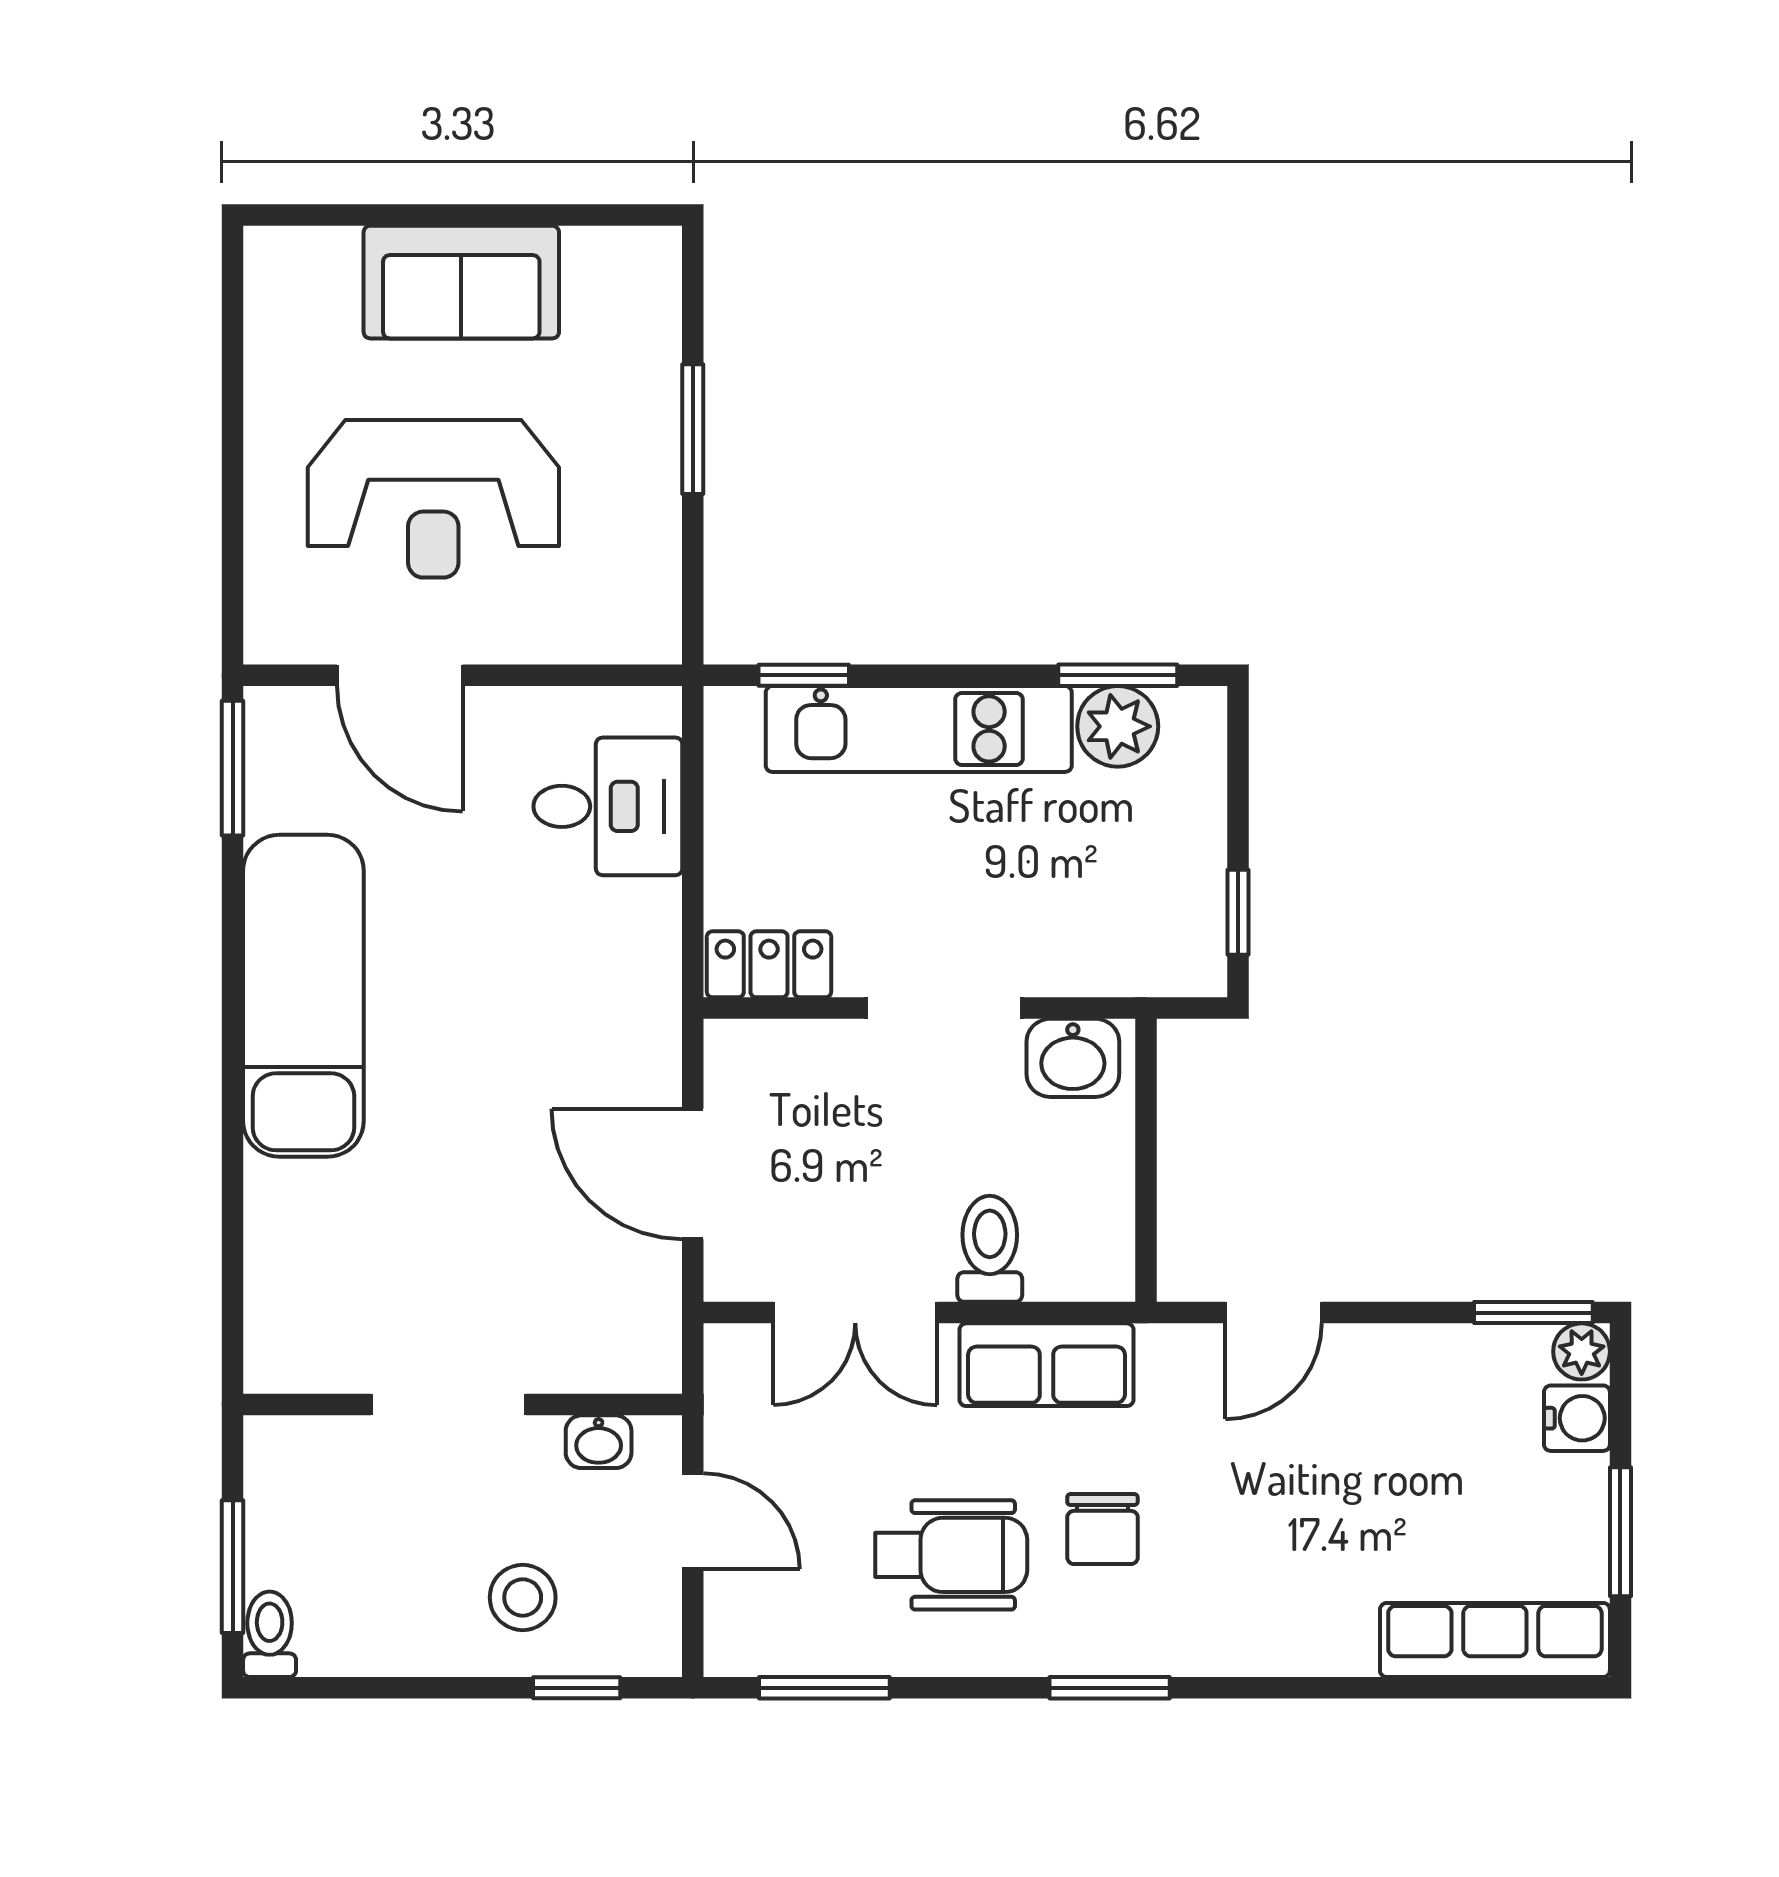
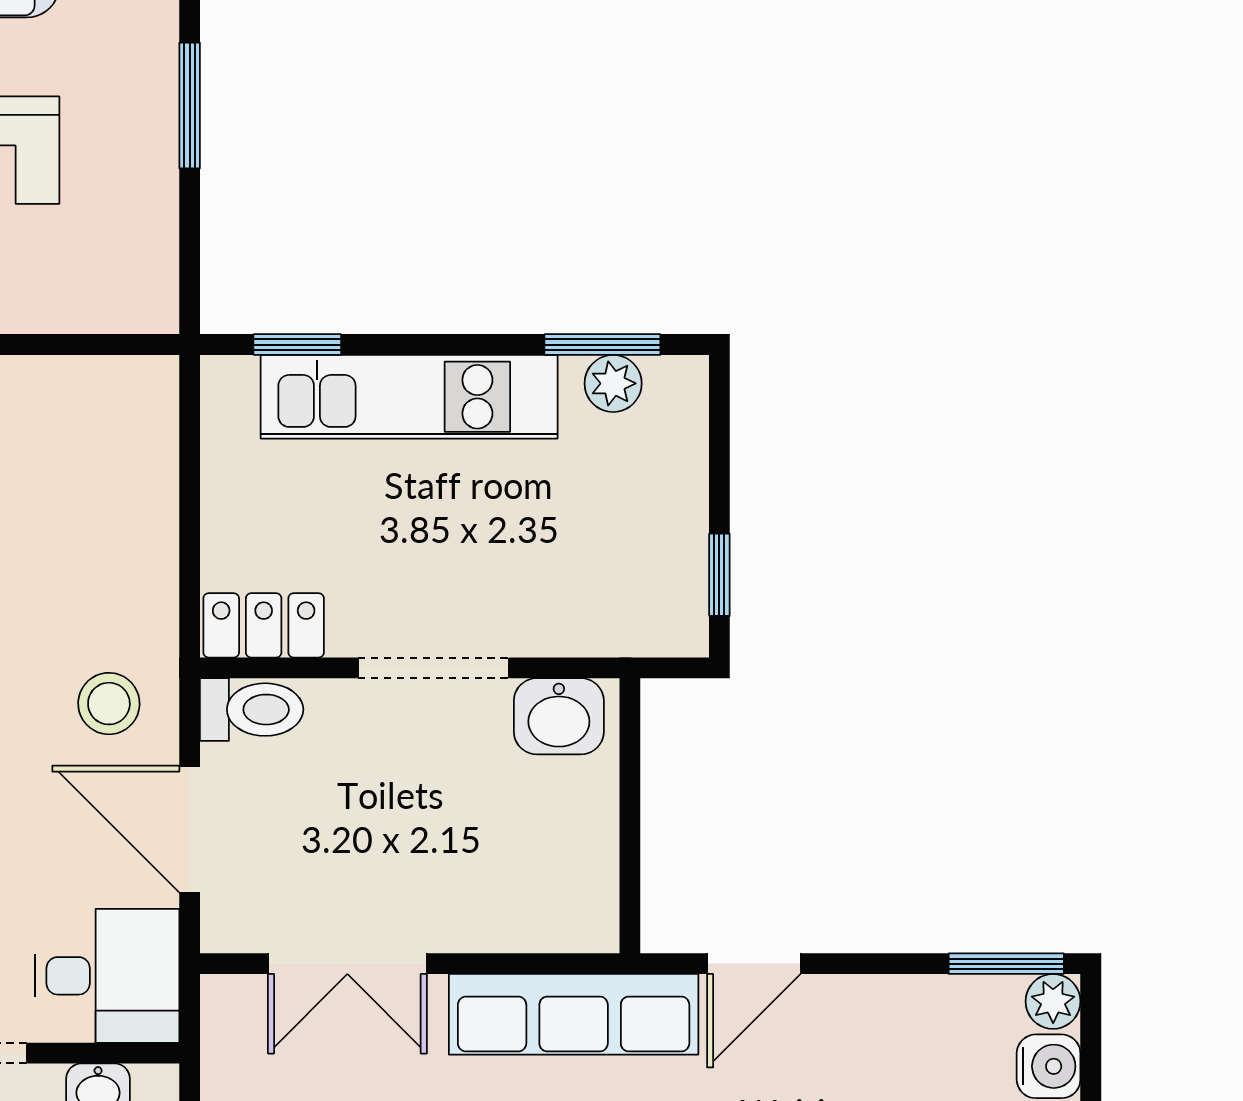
plant: (1118, 726) -> (613, 383), width x0.73, depth x0.73
desk: (608, 806) -> (107, 976), moved
stool: (610, 1045) -> (109, 704), added
toilet: (990, 1249) -> (252, 710), moved, turned 90
row of seats: (1047, 1365) -> (574, 1014), width x1.48

